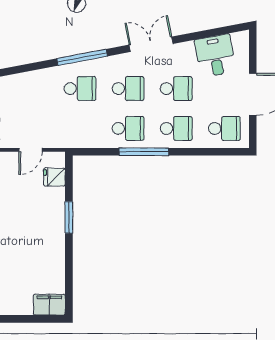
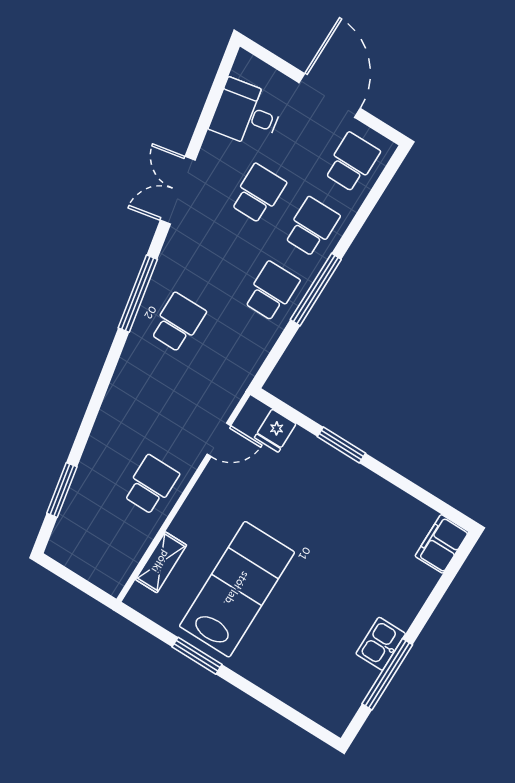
school desk: (128, 89) -> (218, 258), removed
door: (31, 150) -> (219, 440), hinge flipped

